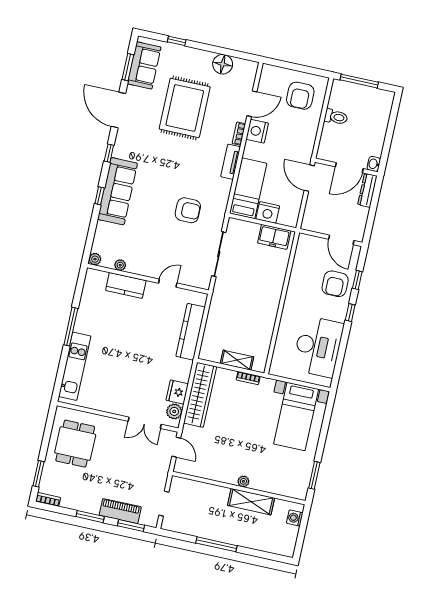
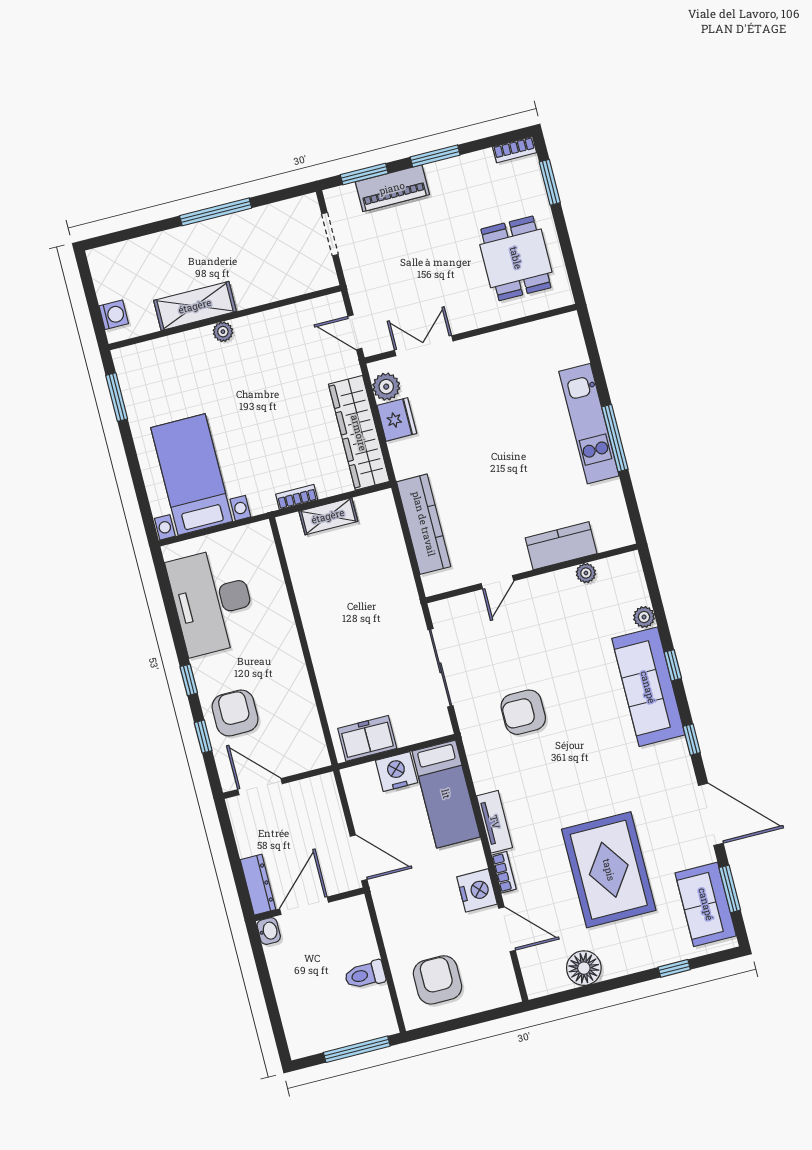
door: (252, 104) -> (507, 929), swing flipped
plant: (95, 259) -> (644, 617), moved
kitchen unit: (75, 366) -> (589, 424), moved

